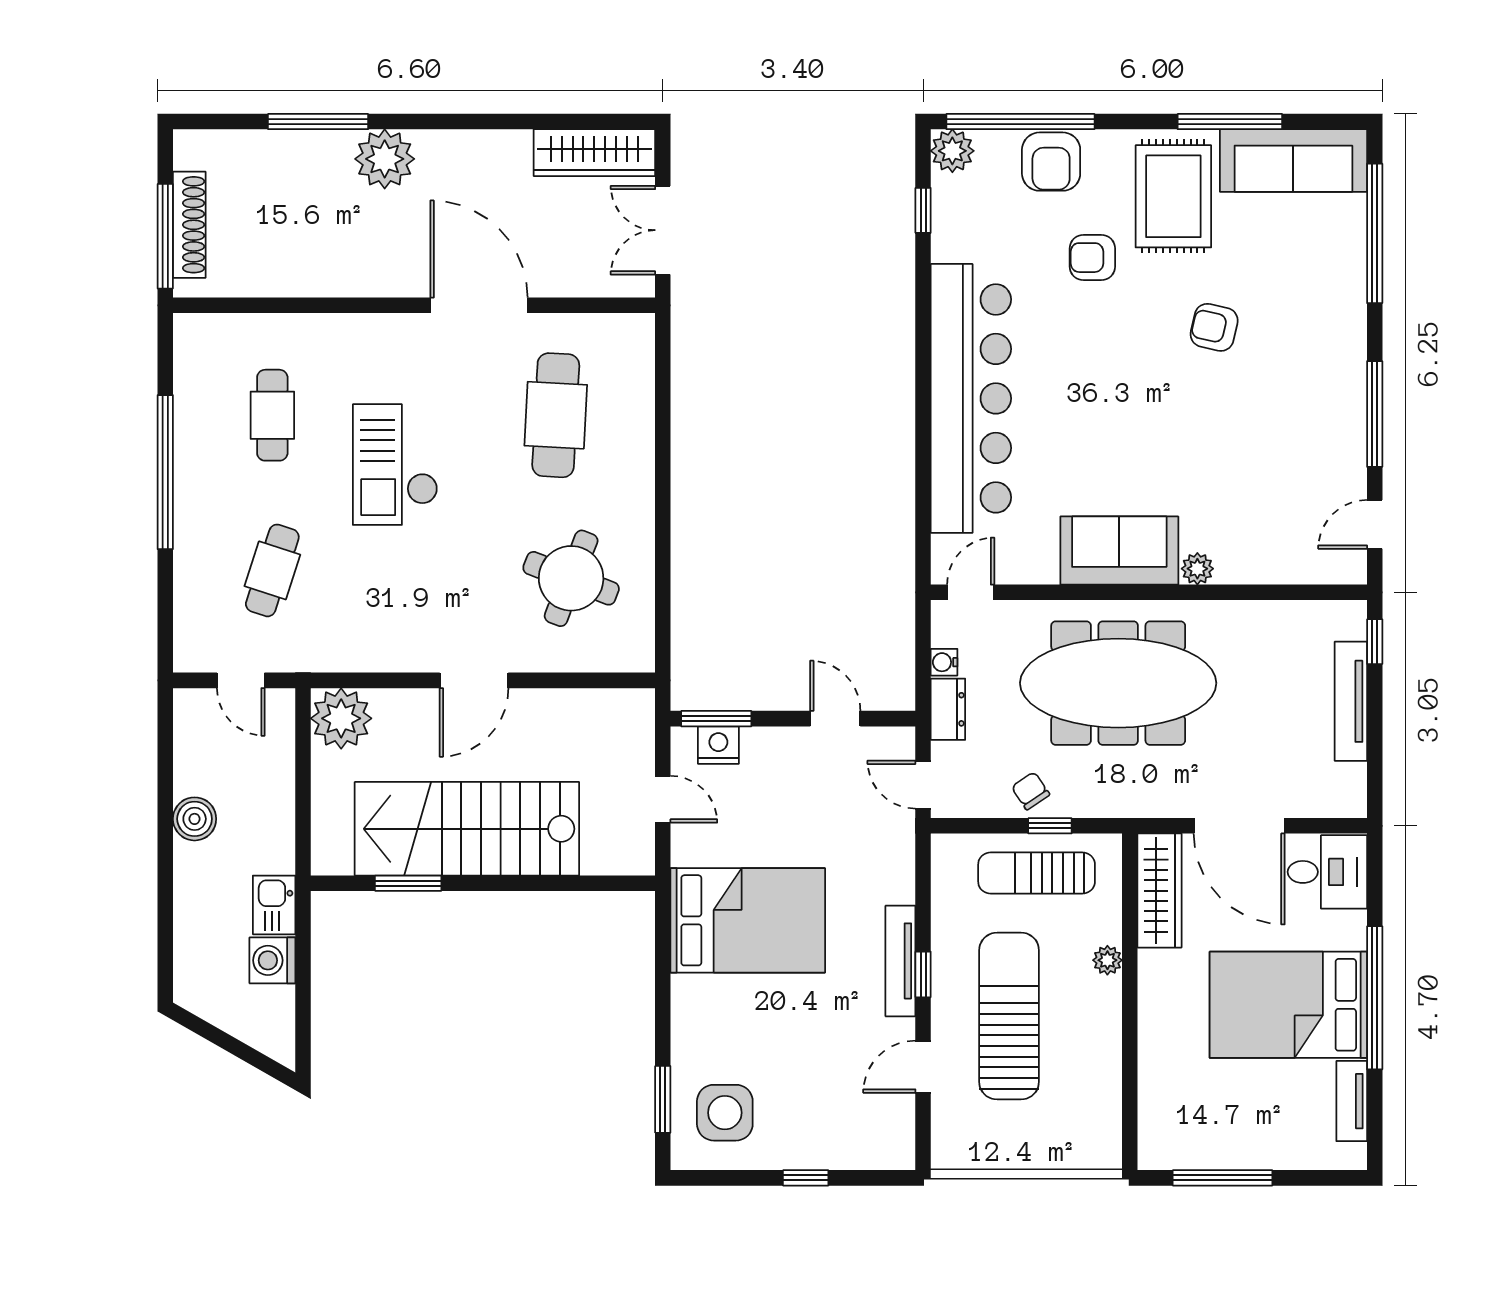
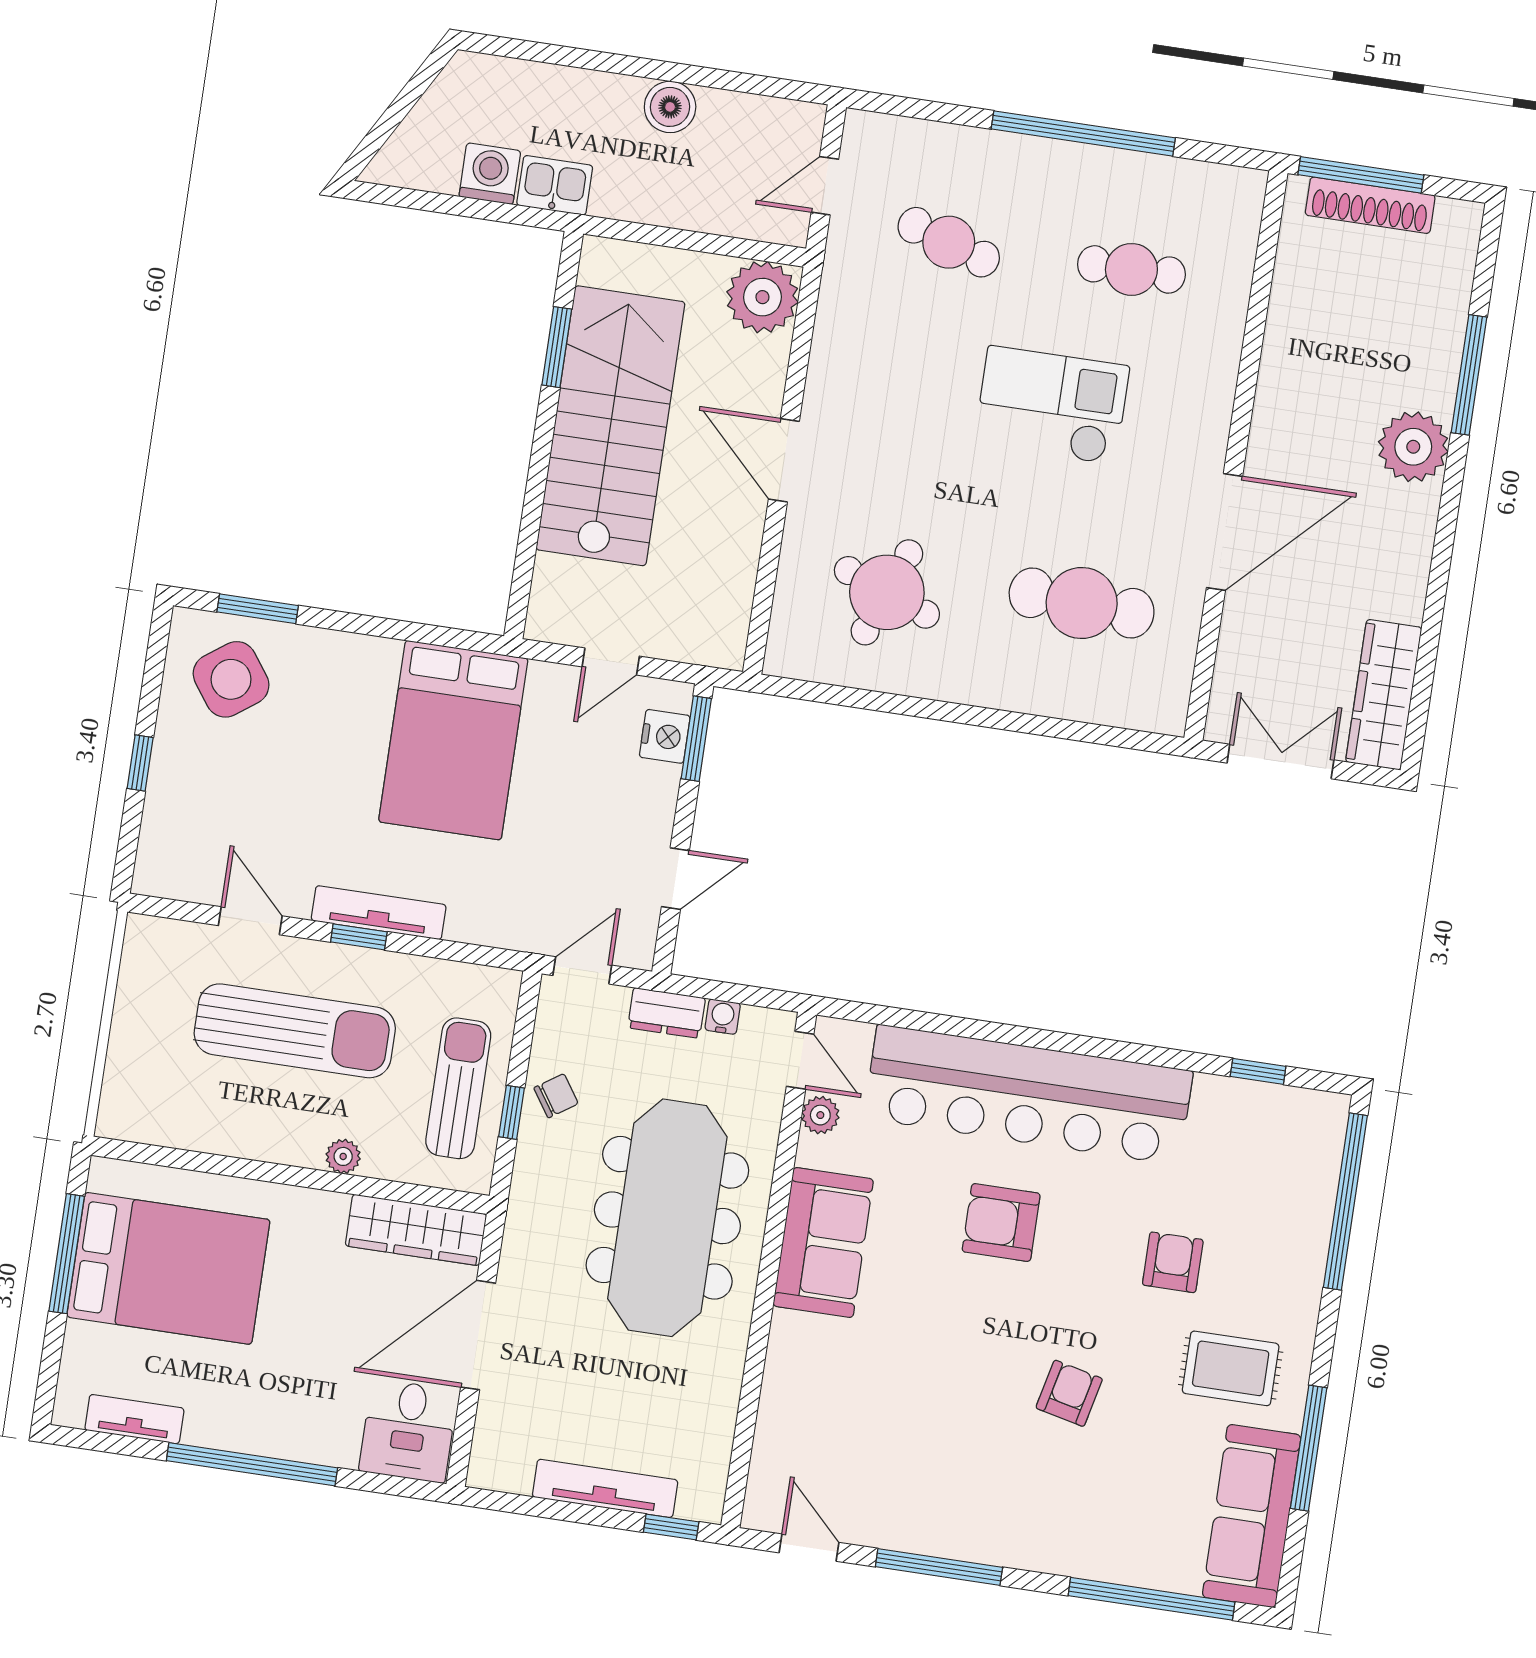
plant: (952, 151) -> (1323, 1116), removed
armchair: (1051, 162) -> (1001, 1223), moved
rug: (1173, 196) -> (1231, 1368), width x0.73, depth x0.70
plant: (1197, 569) -> (820, 1115), moved
bed: (1288, 1005) -> (168, 1268), moved, turned 90
side table: (725, 1113) -> (231, 679), turned -36

